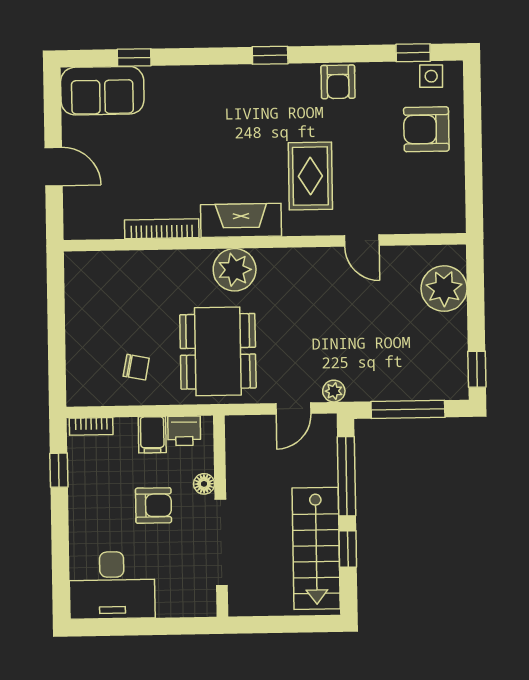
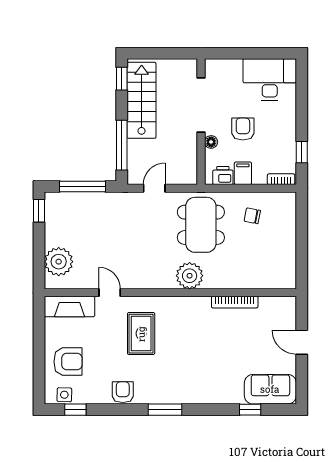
window: (270, 55) -> (165, 410), width x1.50
fireplace: (241, 220) -> (69, 307), moved
plant: (334, 391) -> (129, 199), removed
armchair: (153, 505) -> (243, 129), turned 90
window: (348, 549) -> (122, 79), moved

